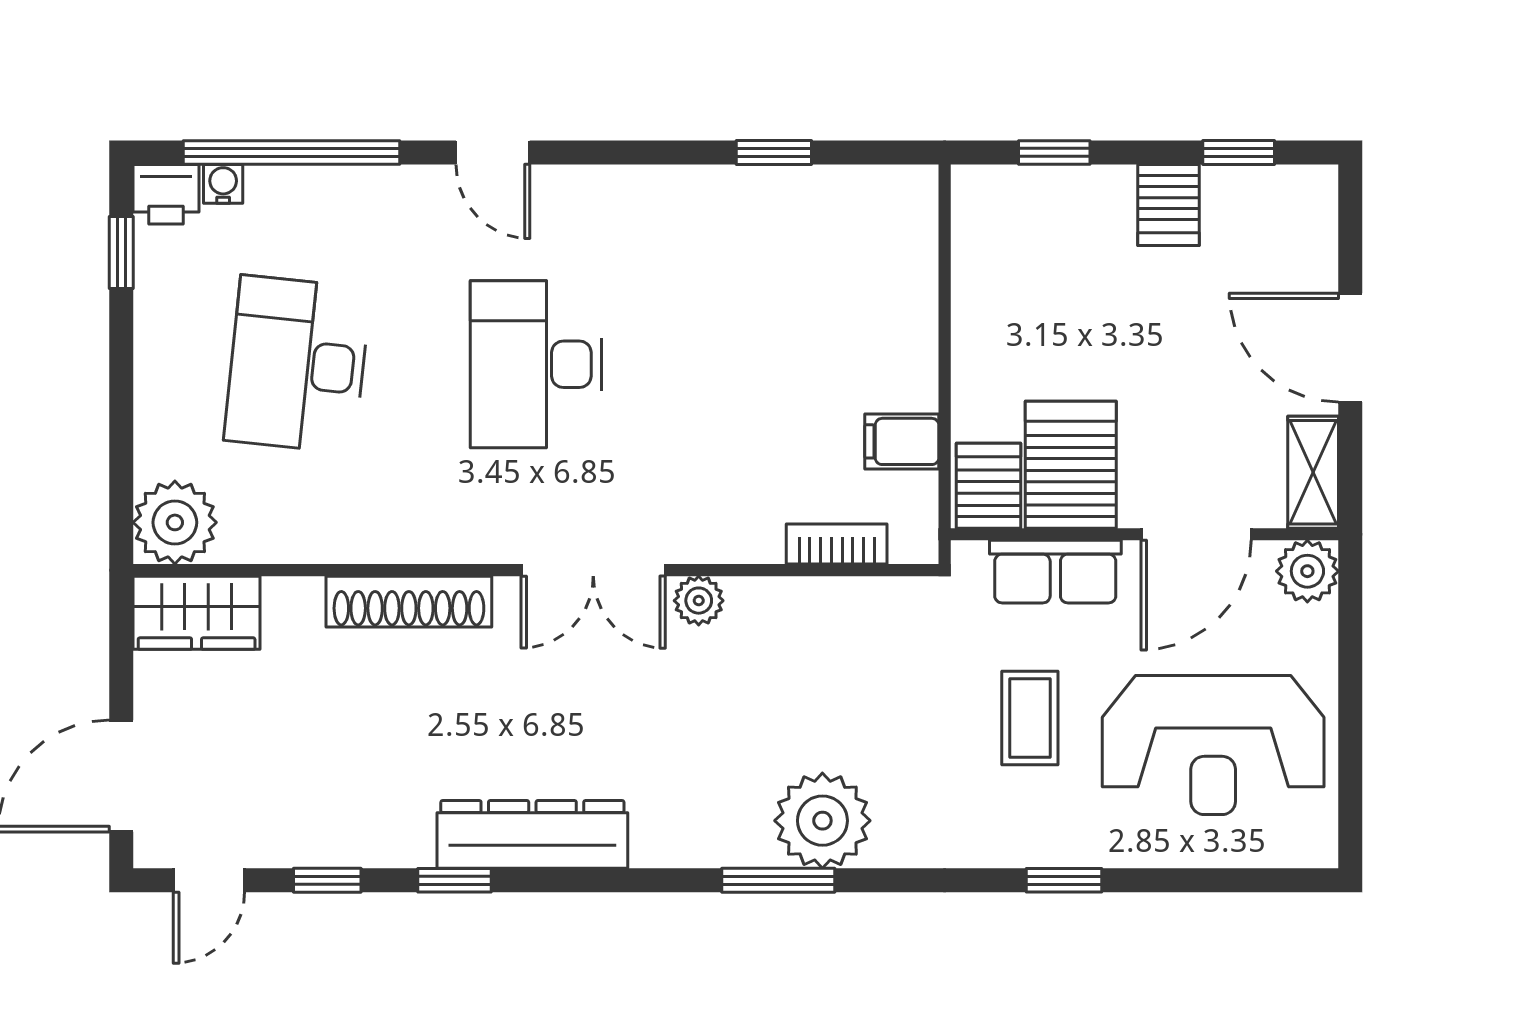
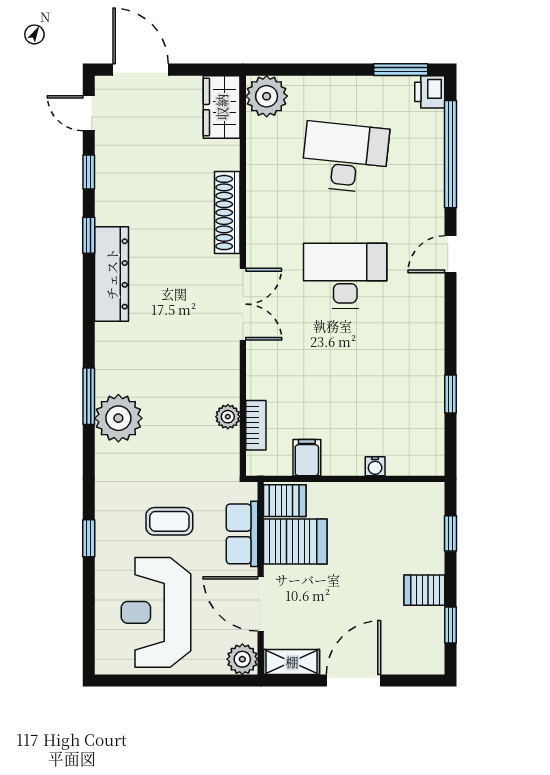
water cooler: (223, 184) -> (375, 466), moved, turned 90
window: (121, 252) -> (401, 70), width x1.50
double door: (593, 570) -> (243, 304), swing flipped
plant: (699, 601) -> (228, 417), moved

